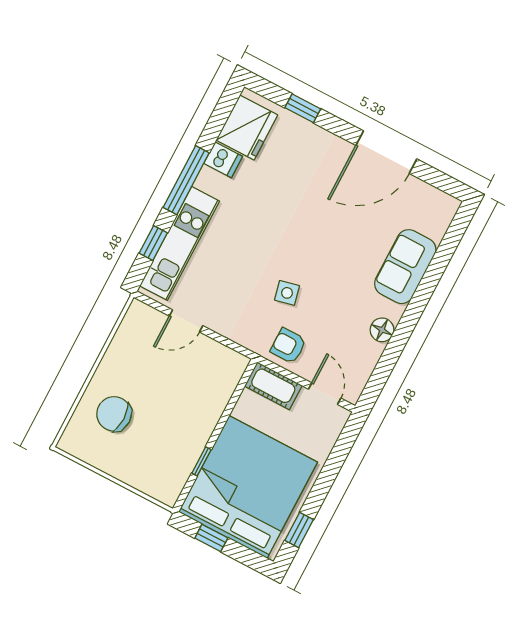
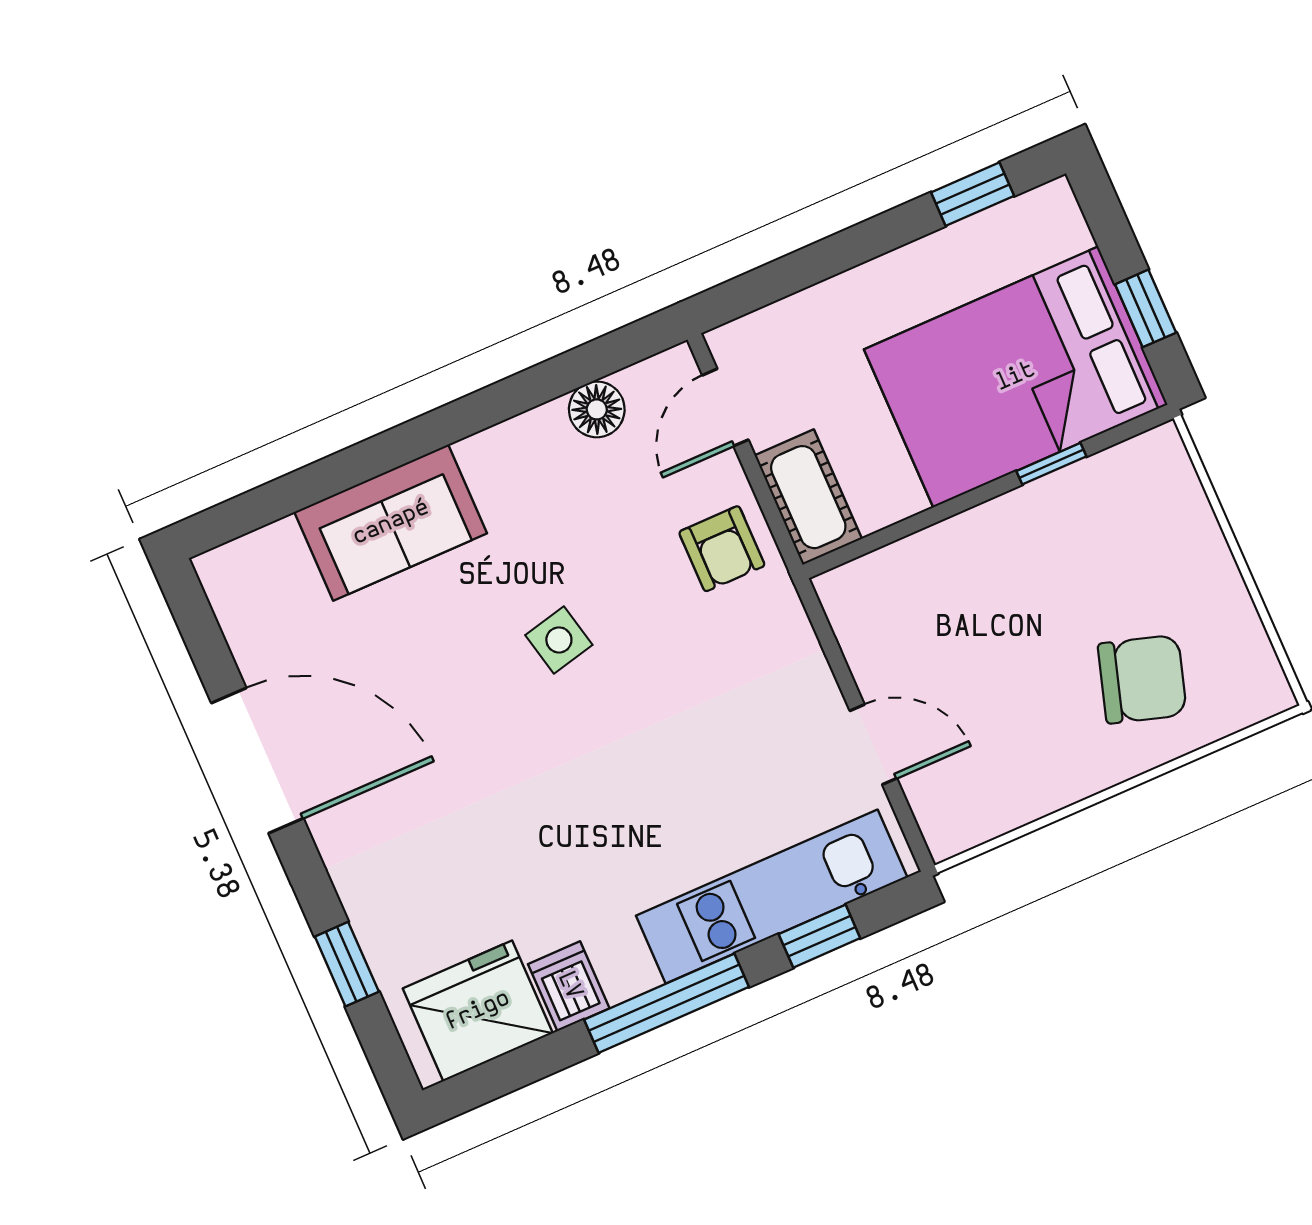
side table: (287, 293) -> (559, 640), moved
floor lamp: (382, 330) -> (597, 409), moved
chair: (114, 414) -> (1142, 679), turned -73
bed: (248, 487) -> (1016, 377), width x0.73

